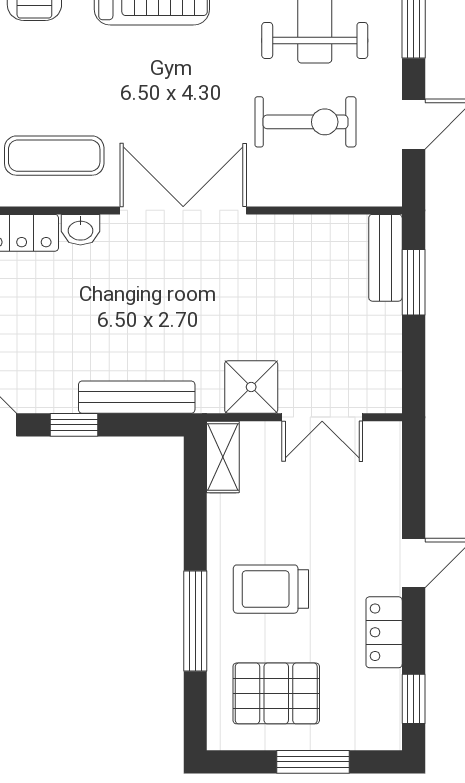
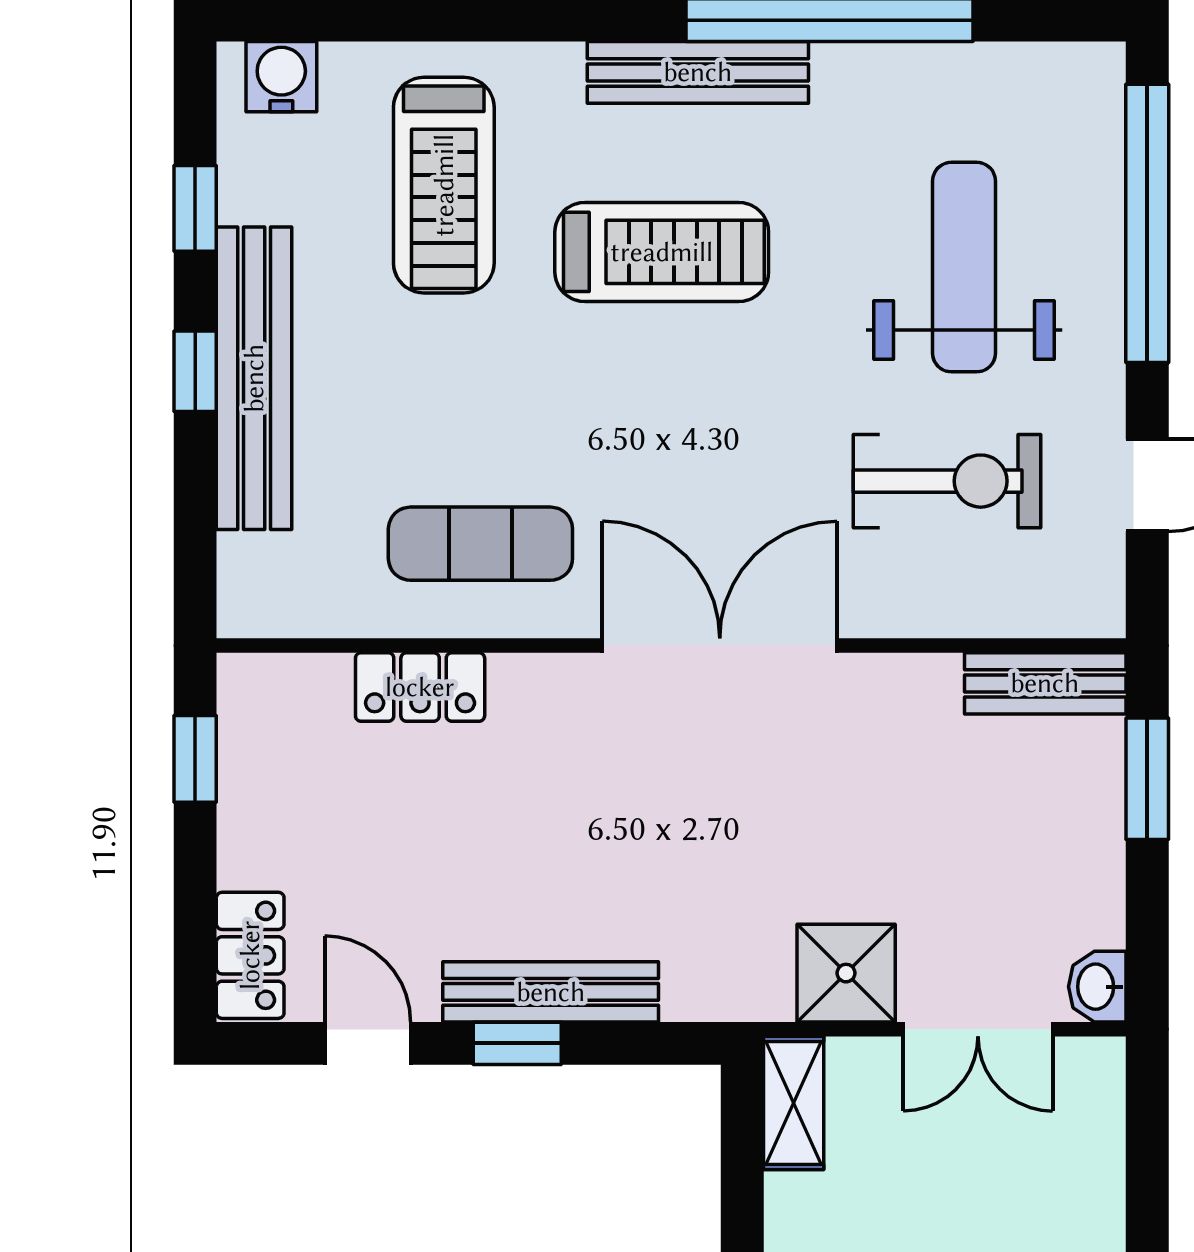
washbasin: (80, 230) -> (1097, 987), moved, turned 90
bench: (385, 258) -> (1045, 683), moved, turned 90
bench: (137, 397) -> (551, 992), moved

